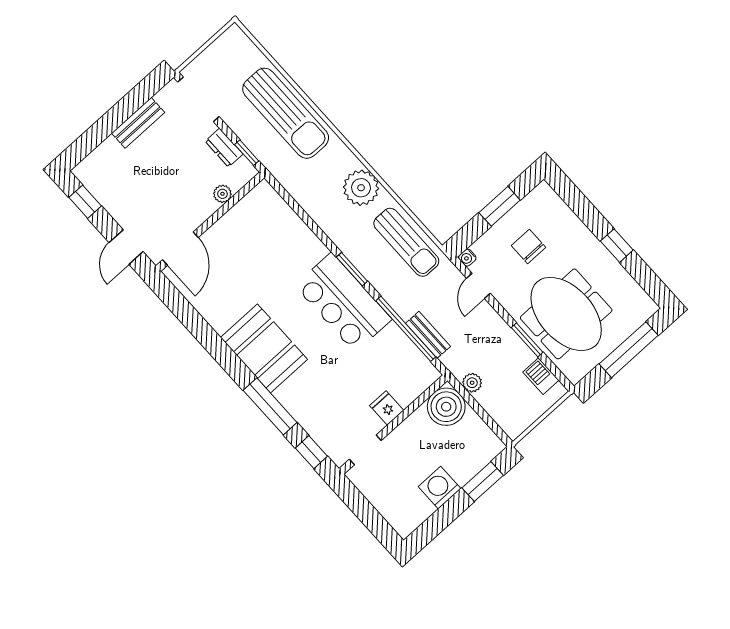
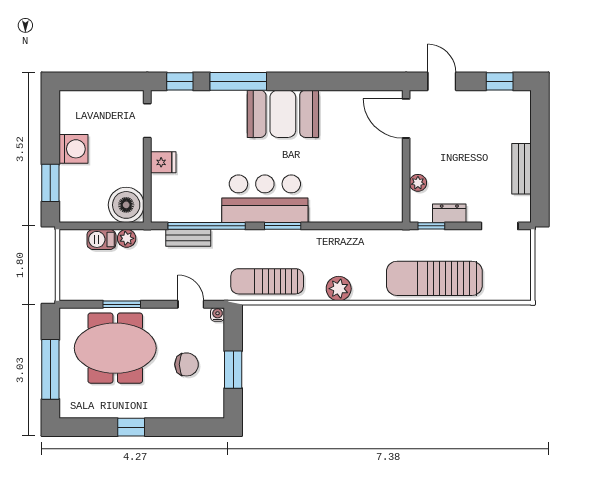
doorway: (198, 99) -> (500, 226), width x0.73
plant: (361, 188) -> (339, 289), width x0.73, depth x0.73
barbecue: (541, 376) -> (101, 239), moved, turned 180

